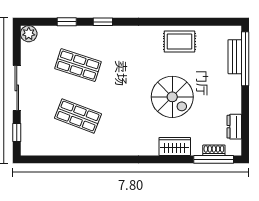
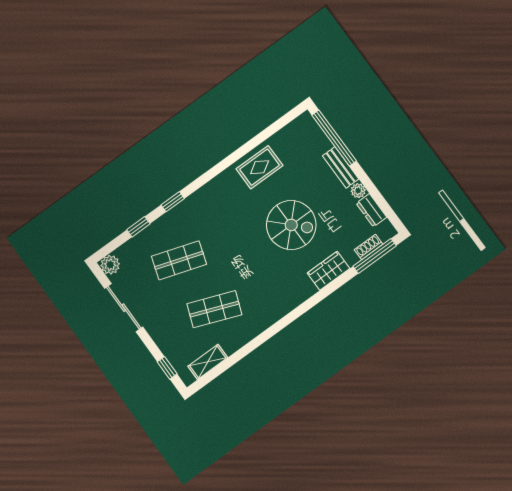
bench: (235, 57) -> (341, 167), moved
sliding door: (17, 88) -> (124, 308), moved
plant: (235, 107) -> (358, 191), added
shelving: (47, 149) -> (208, 362), added

